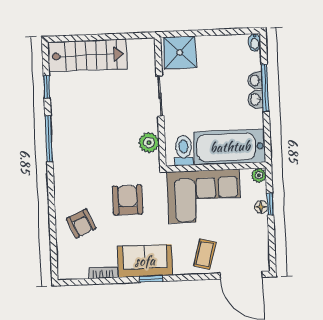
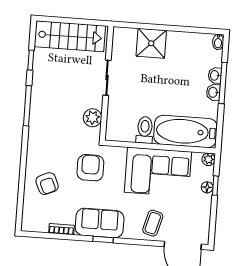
sliding door: (160, 96) -> (107, 78), moved
wall: (160, 102) -> (107, 83), moved
plant: (149, 143) -> (93, 118), moved

